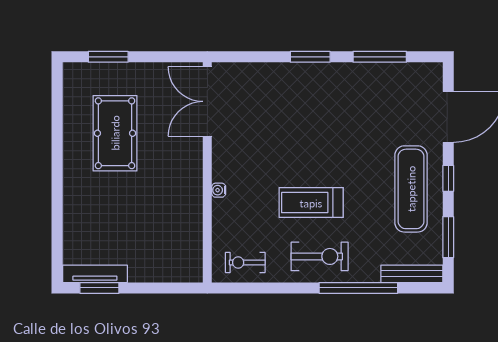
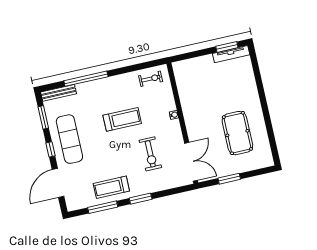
window: (108, 57) -> (229, 179), moved
treadmill: (357, 88) -> (111, 187), added
exercise bike: (320, 256) -> (150, 154), moved, turned -90

